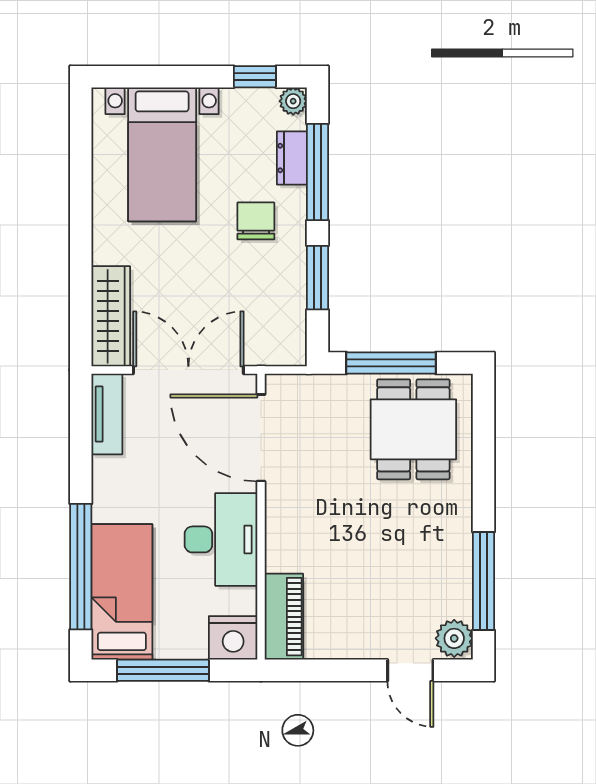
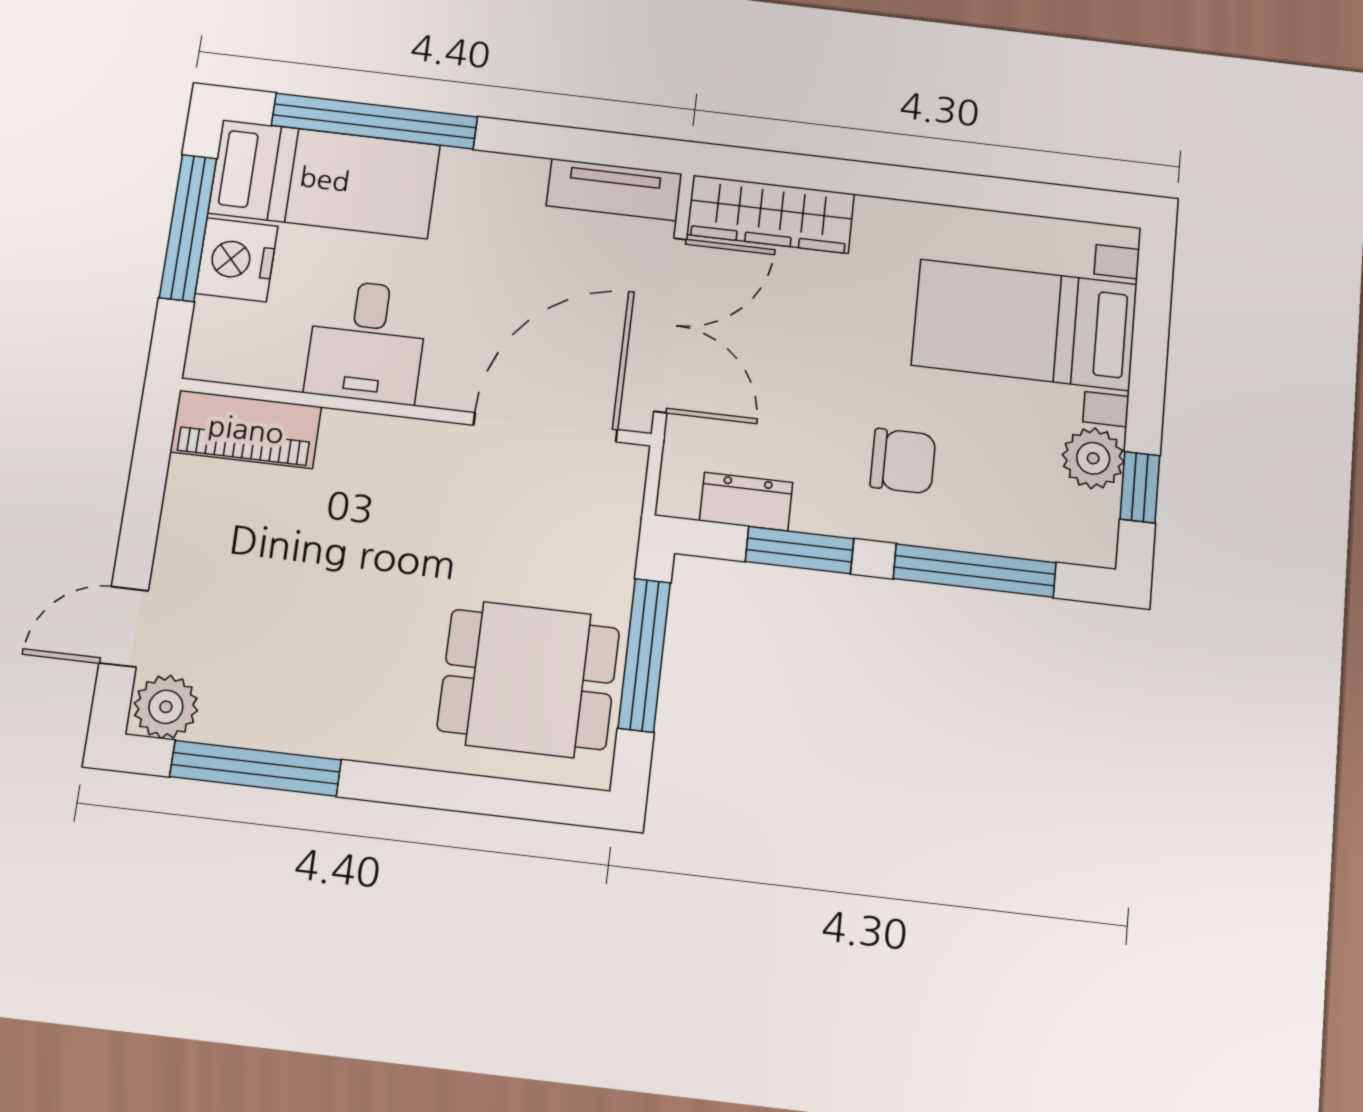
plant: (293, 101) -> (1093, 458), moved, width x1.38, depth x1.38
dresser: (292, 158) -> (746, 502), moved
desk: (221, 539) -> (367, 341), width x0.73
nightstand: (233, 638) -> (237, 260), moved

